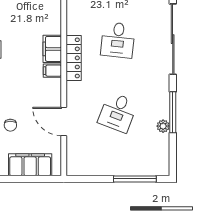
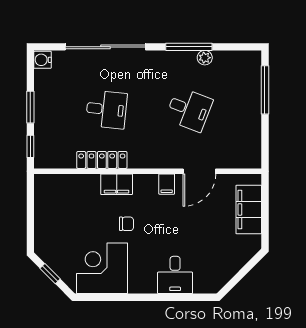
locker: (74, 58) -> (102, 160), moved
filing cabinet: (52, 71) -> (167, 184), moved
chair: (10, 125) -> (126, 224), moved

